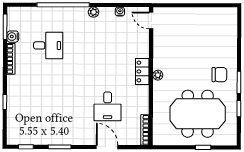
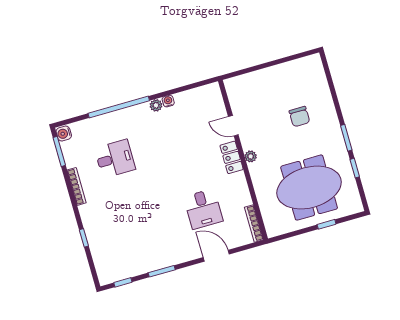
water cooler: (120, 12) -> (168, 101), moved
door: (151, 20) -> (233, 126), moved
water cooler: (13, 37) -> (64, 133), moved
chair: (219, 75) -> (299, 117), moved, turned 90

